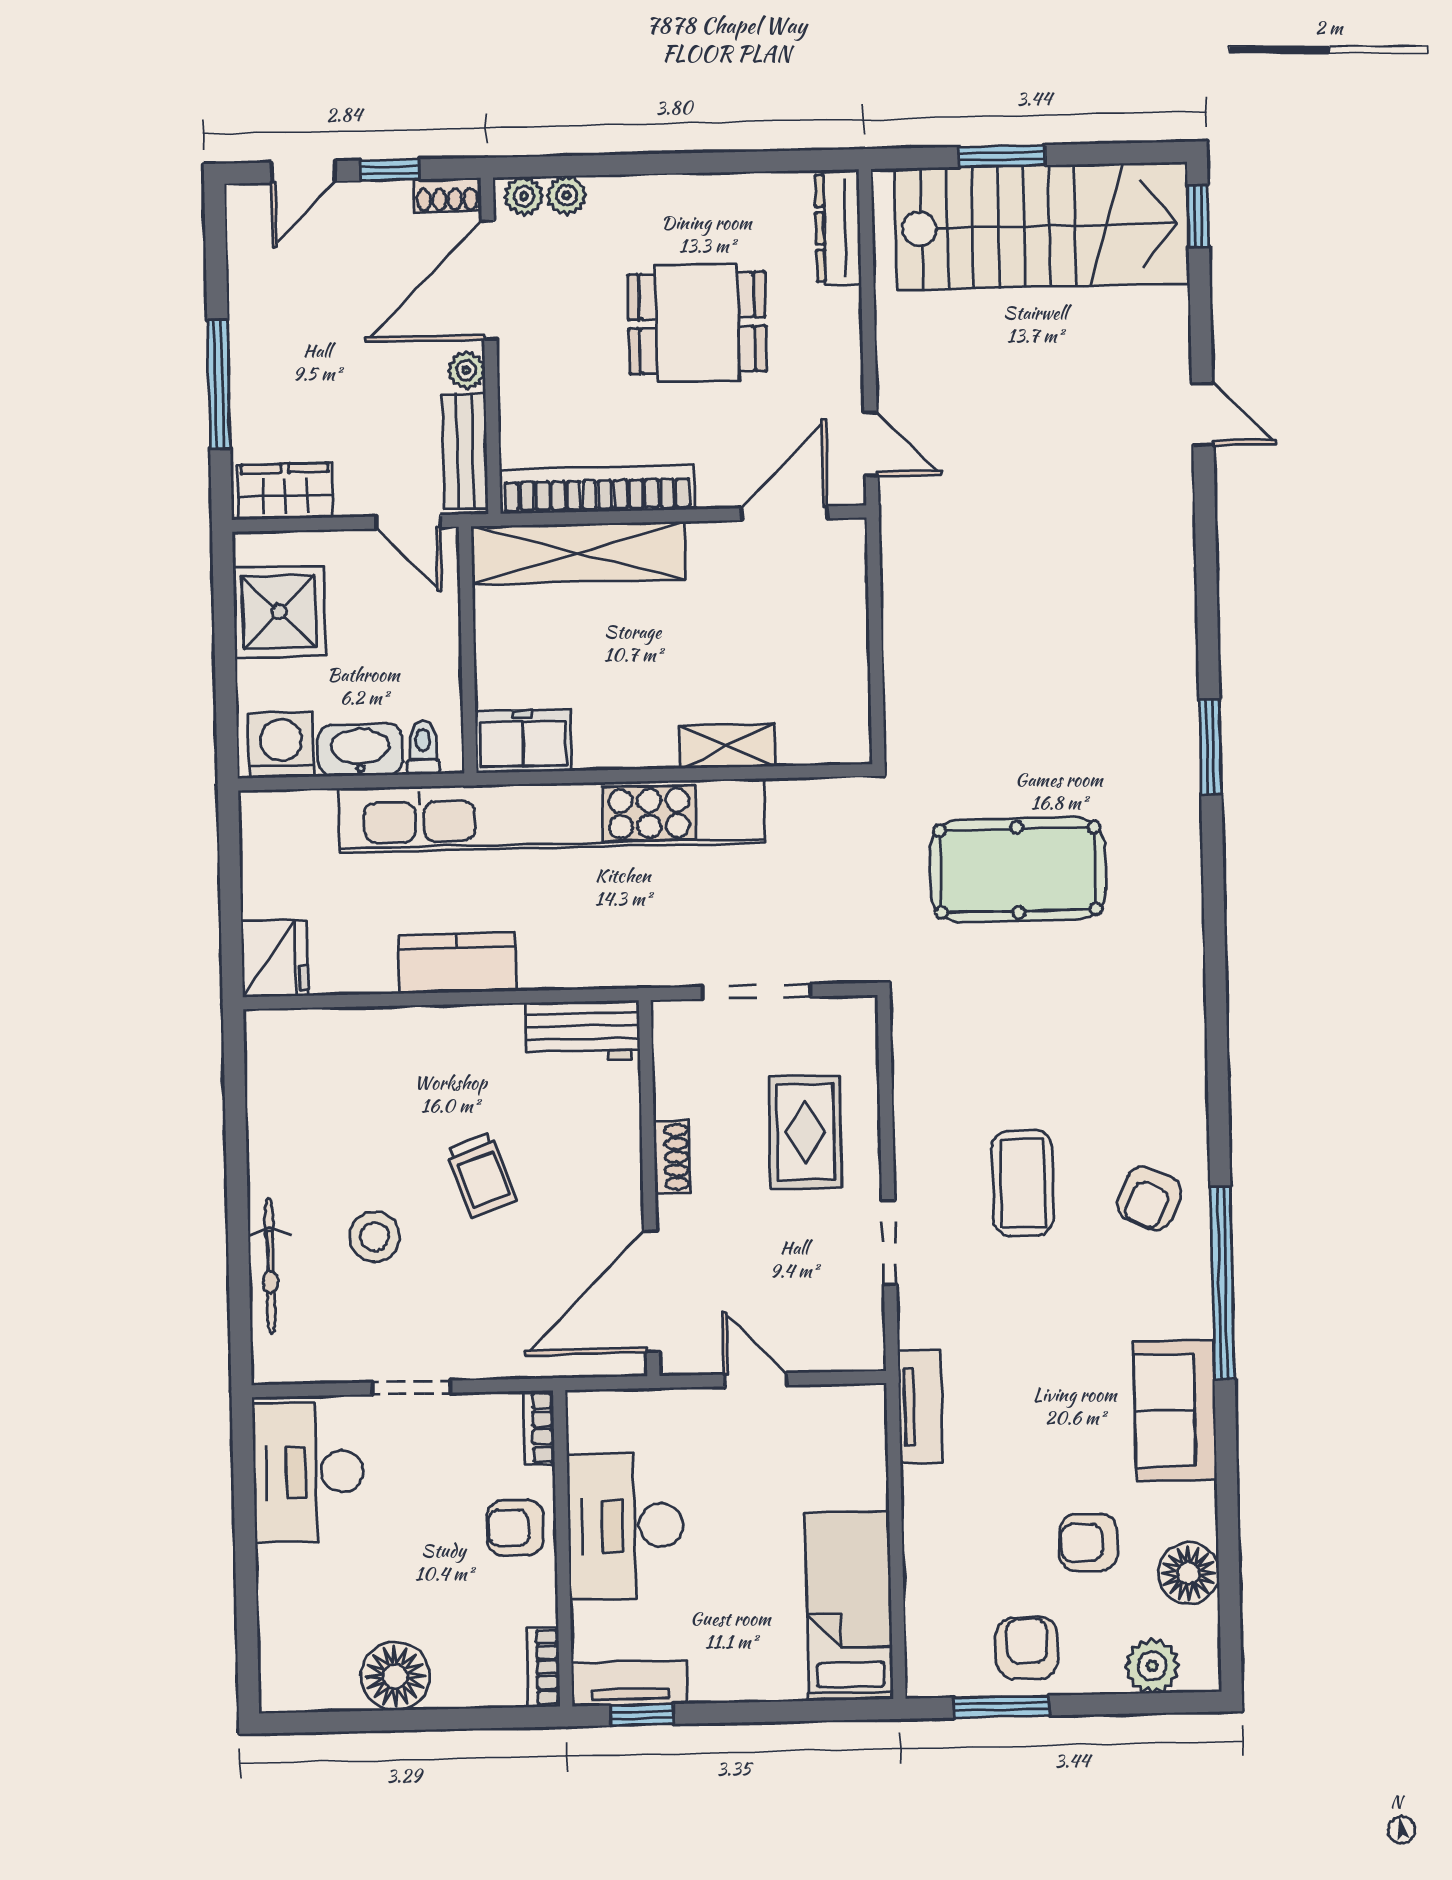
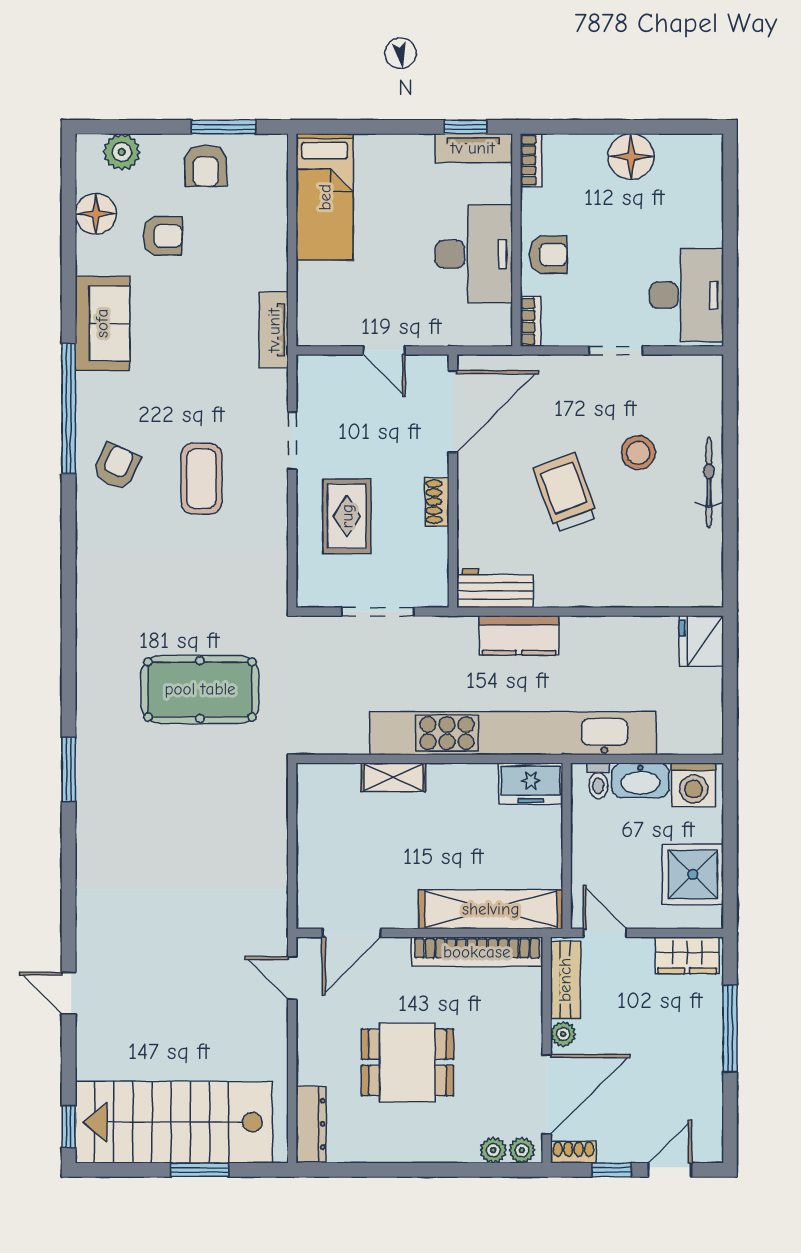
kitchen counter: (457, 963) -> (519, 635), moved
trolley: (482, 1175) -> (565, 492), width x1.36, depth x1.39
bicycle: (270, 1266) -> (709, 482), moved

